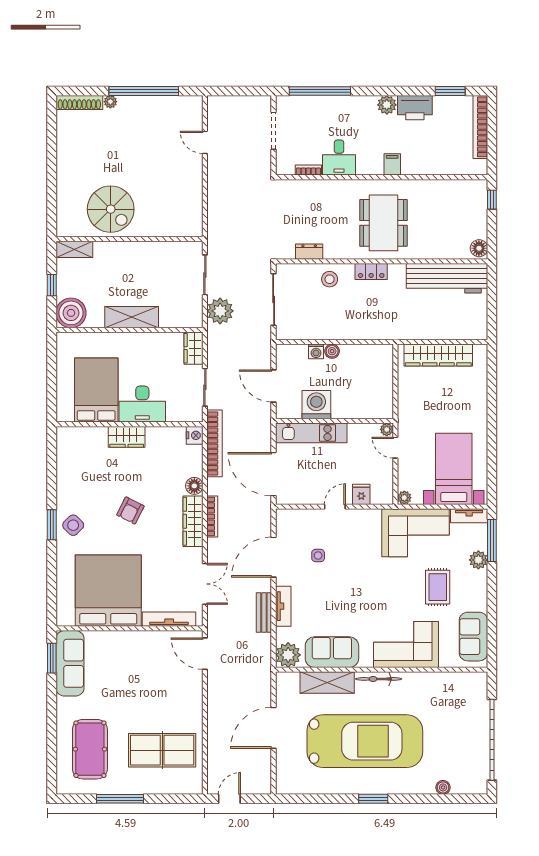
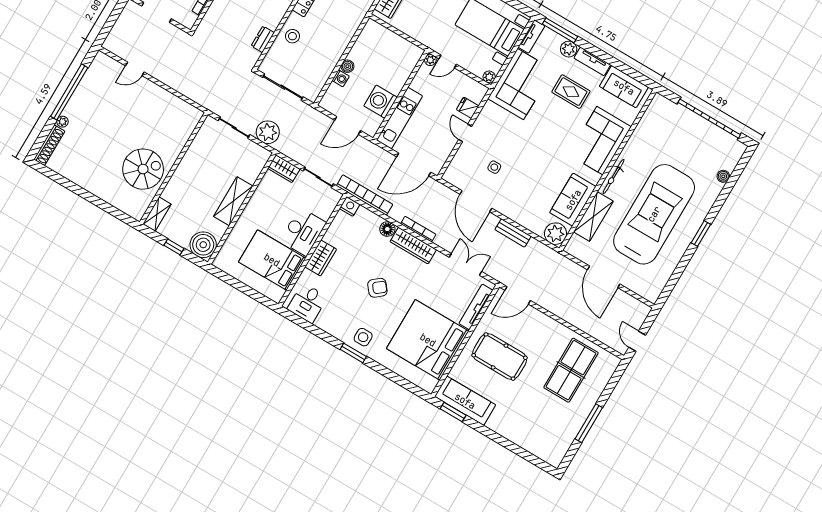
desk: (74, 450) -> (307, 303), added
armchair: (130, 510) -> (377, 288), turned -66
side table: (73, 525) -> (363, 337), turned 45
tv unit: (283, 606) -> (592, 61), moved, turned 180
pool table: (90, 749) -> (500, 357), moved

